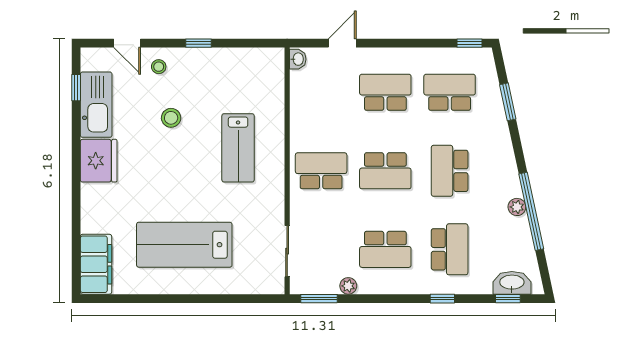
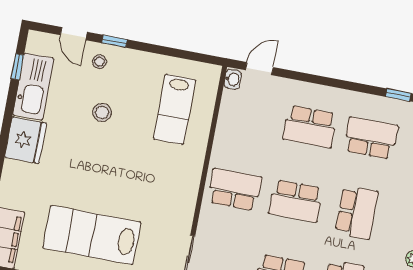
window: (198, 43) -> (114, 41), moved
door: (342, 43) -> (259, 69), moved
school desk: (385, 92) -> (310, 127), turned 180
lab bench: (238, 148) -> (174, 109), moved
school desk: (450, 171) -> (357, 213), turned 180

